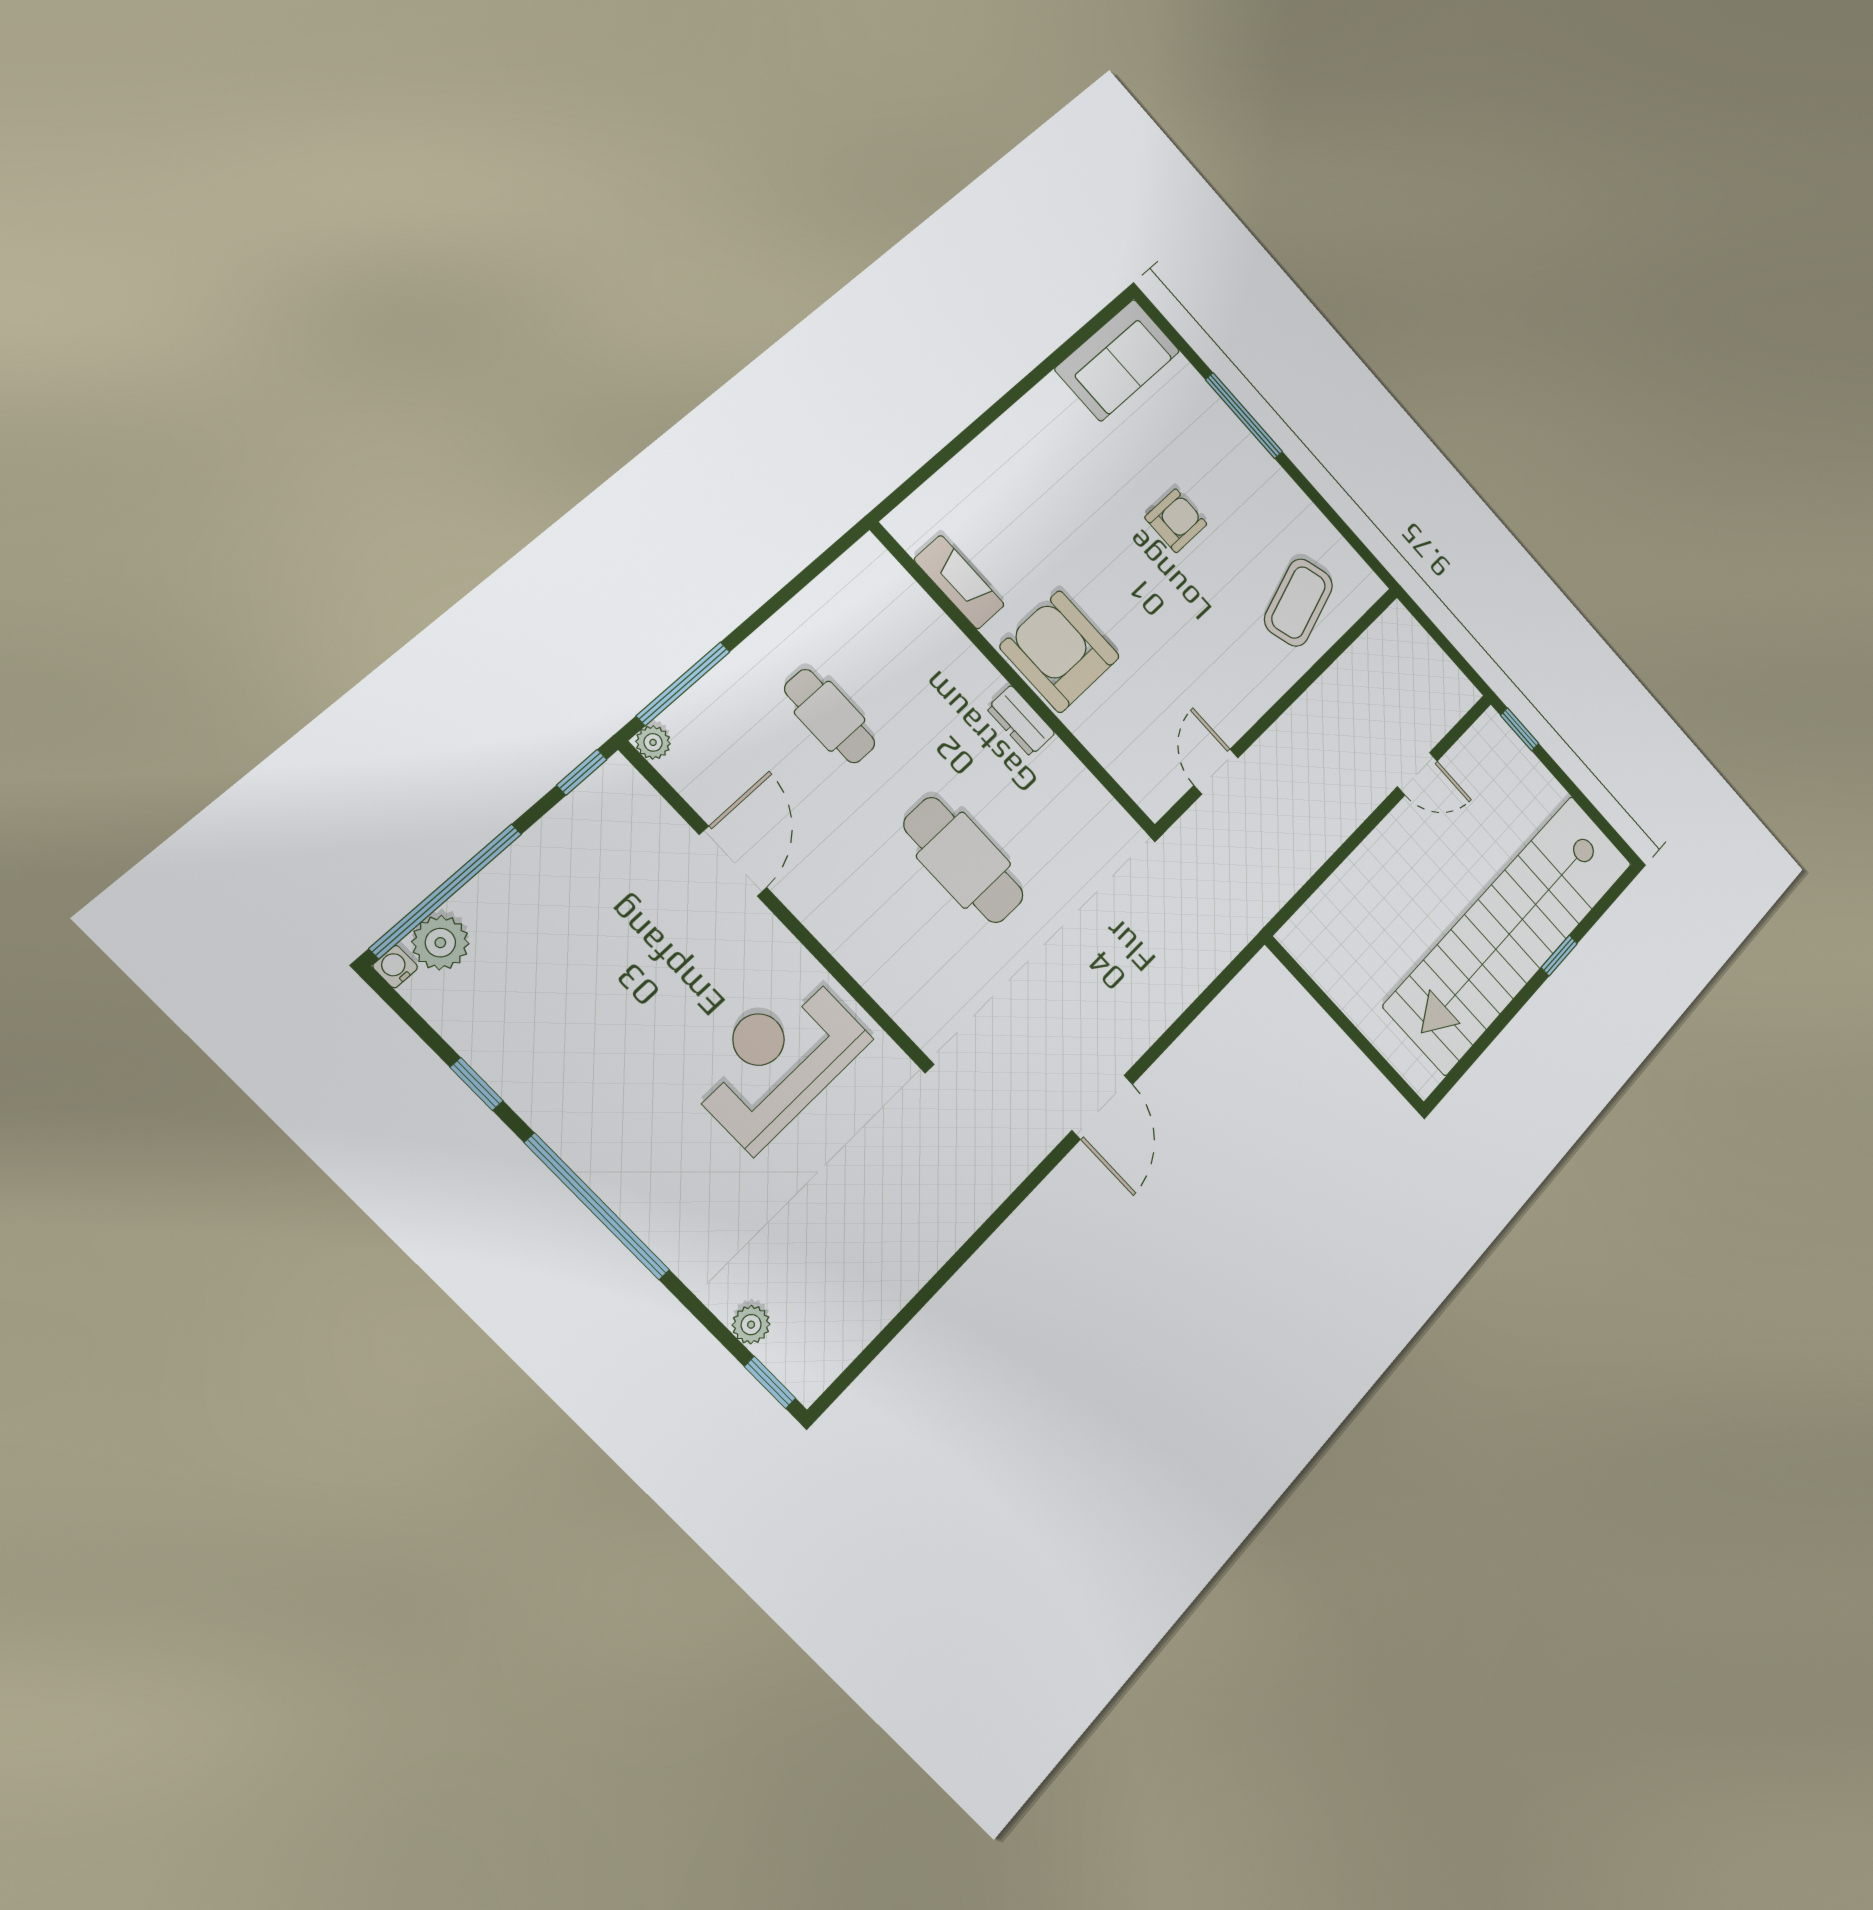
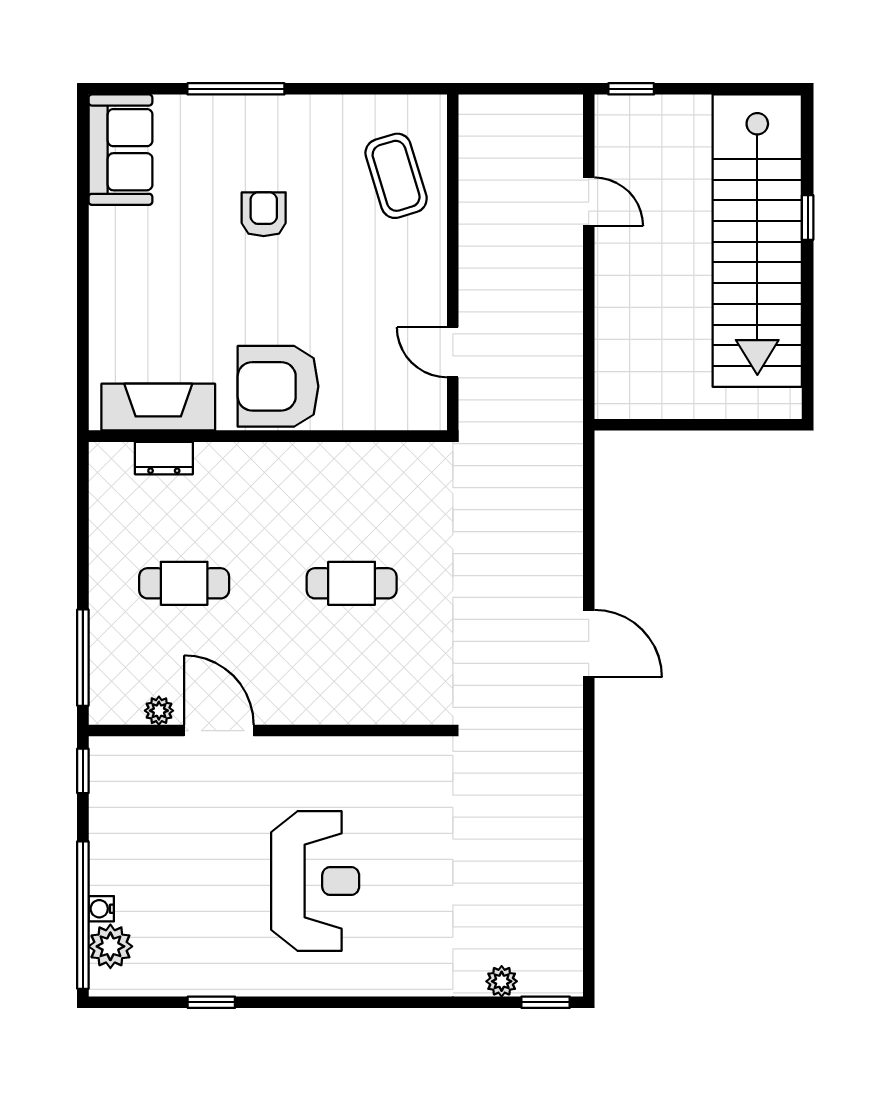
fireplace: (959, 582) -> (158, 407), width x1.37, depth x1.32
dresser: (1021, 721) -> (164, 458), moved
plant: (653, 742) -> (159, 711), moved
door: (1417, 774) -> (589, 202), hinge flipped
cafe table: (964, 860) -> (352, 583), width x0.73, depth x0.74
water cooler: (395, 967) -> (101, 909), moved
reception desk: (778, 1060) -> (315, 881), moved, turned 180
window: (597, 1207) -> (347, 1002), removed

